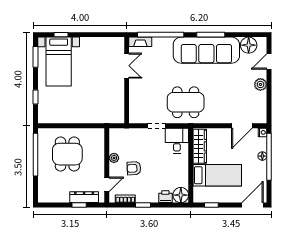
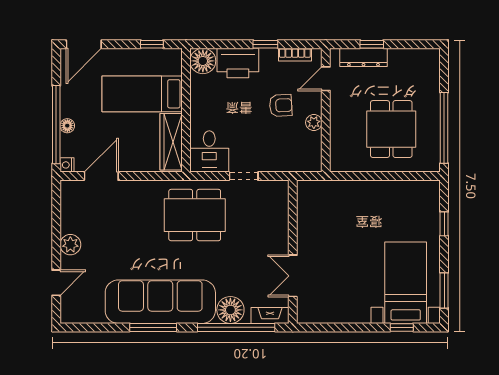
floor lamp: (249, 45) -> (230, 310), moved
printer: (165, 197) -> (238, 63), width x1.87, depth x1.48

